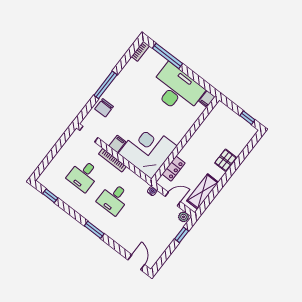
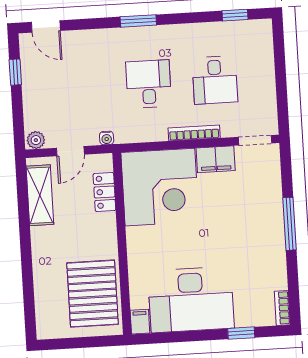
window: (167, 56) -> (241, 333), width x0.46
chair: (104, 108) -> (265, 192), removed
window: (247, 118) -> (66, 343), removed
filing cabinet: (117, 144) -> (216, 159), width x2.00
pallet: (225, 160) -> (93, 294), moved, width x2.05, depth x2.00
desk: (83, 175) -> (215, 80), turned 180
window: (182, 235) -> (15, 72), moved

